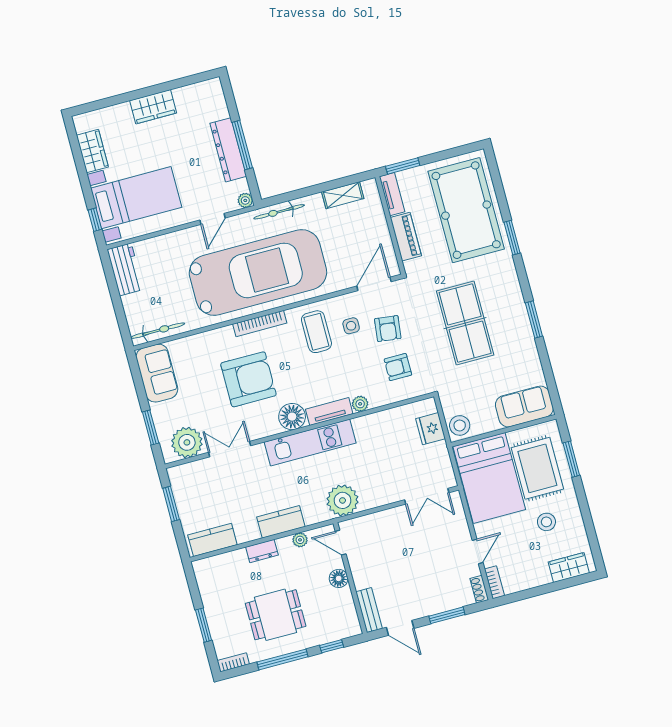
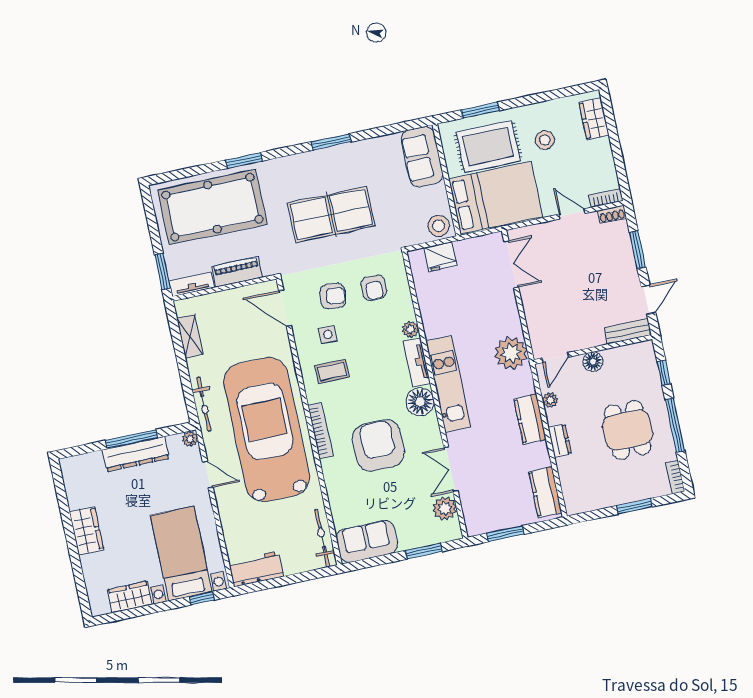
coffee table: (316, 332) -> (332, 371), width x0.73, depth x0.77
plant: (187, 442) -> (445, 508), width x0.73, depth x0.73

